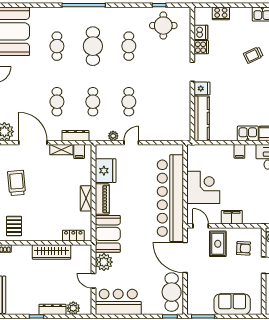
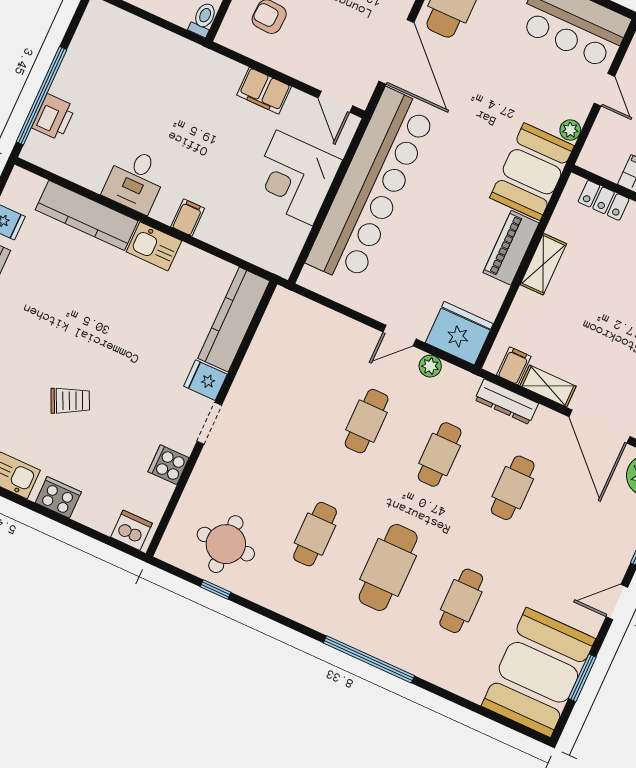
cooker: (221, 13) -> (58, 497), moved
dishwasher: (201, 32) -> (132, 530), moved, turned 90
fridge: (106, 171) -> (459, 333), moved, turned 90
rug: (218, 244) -> (317, 50), removed
plant: (104, 262) -> (570, 130), width x0.53, depth x0.53

